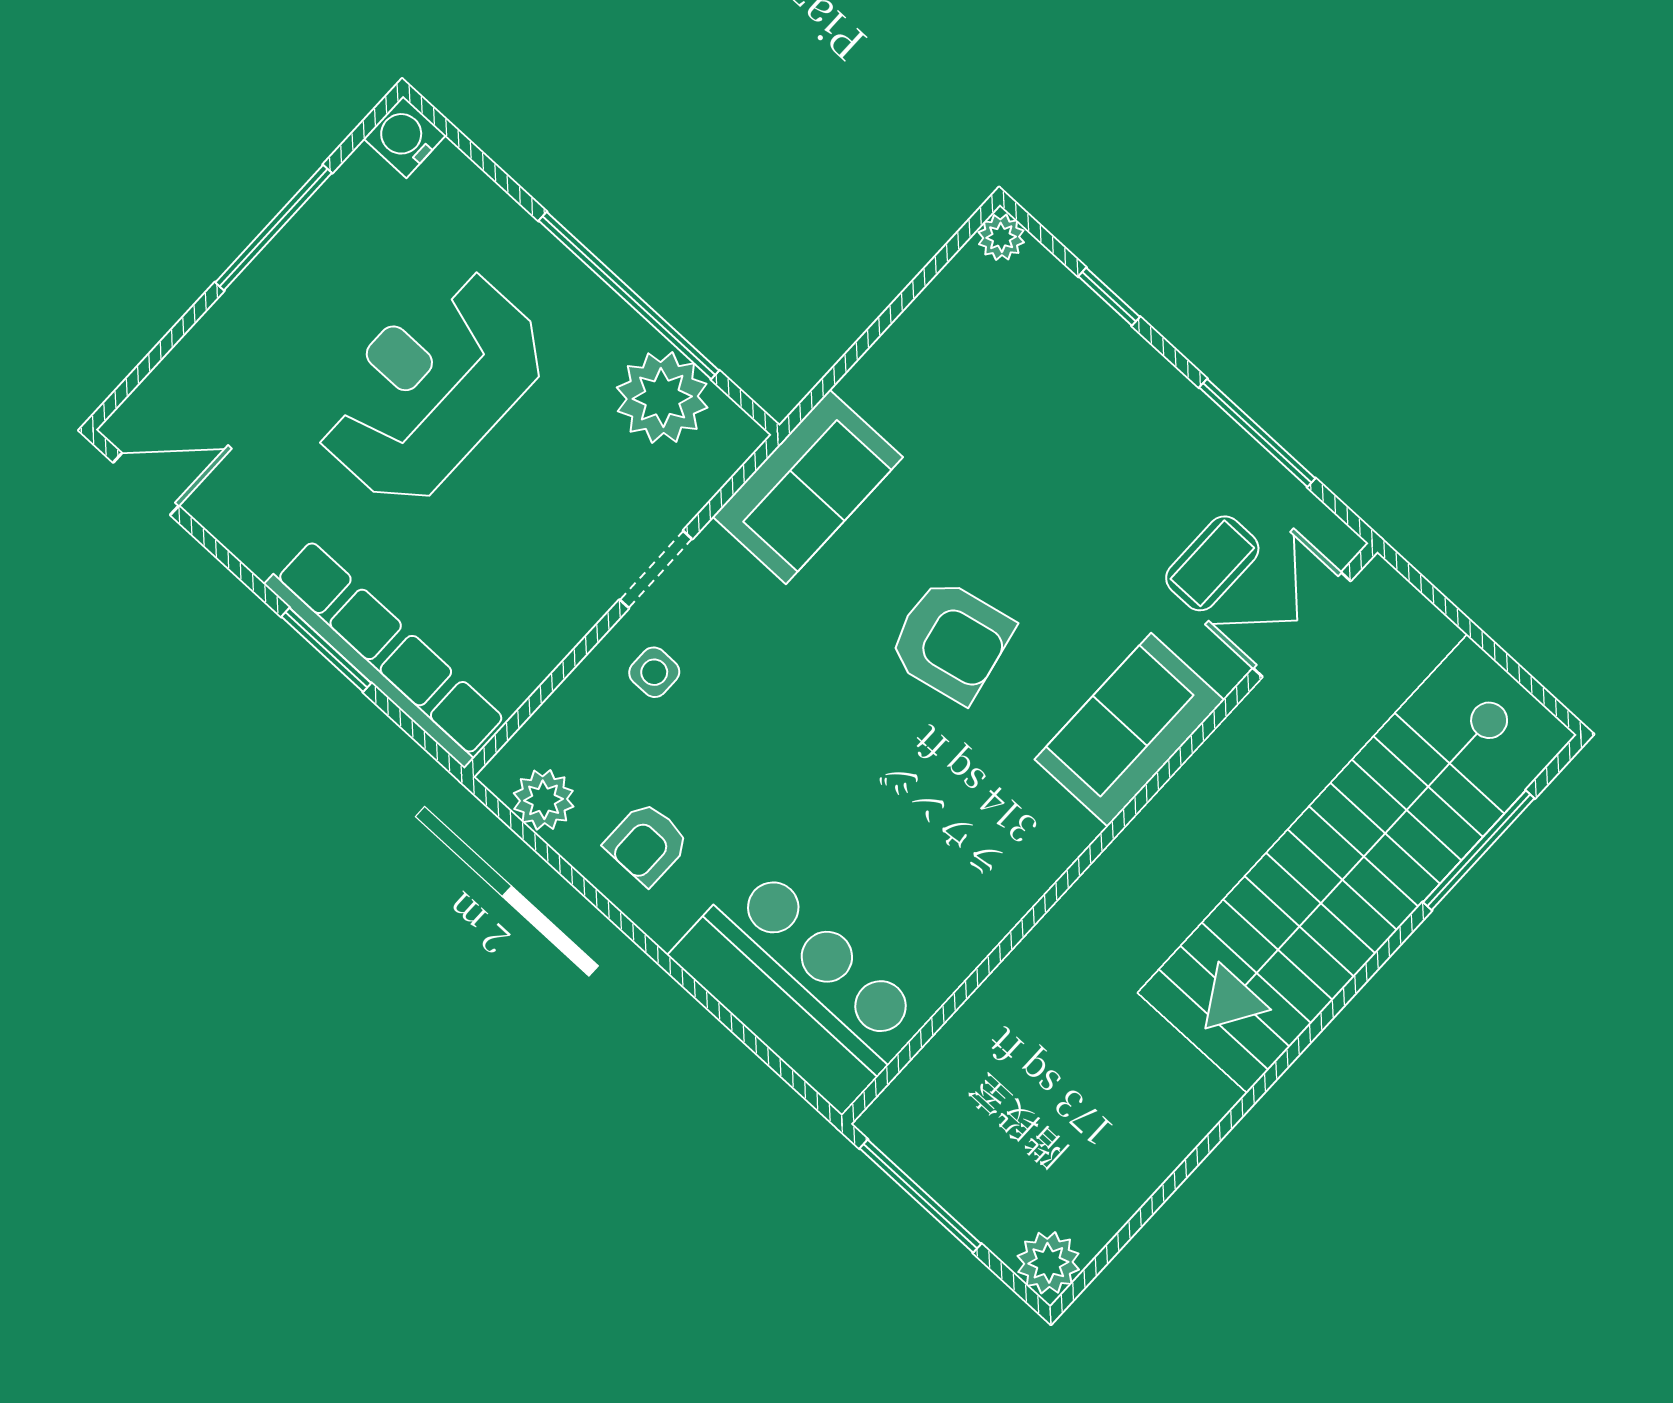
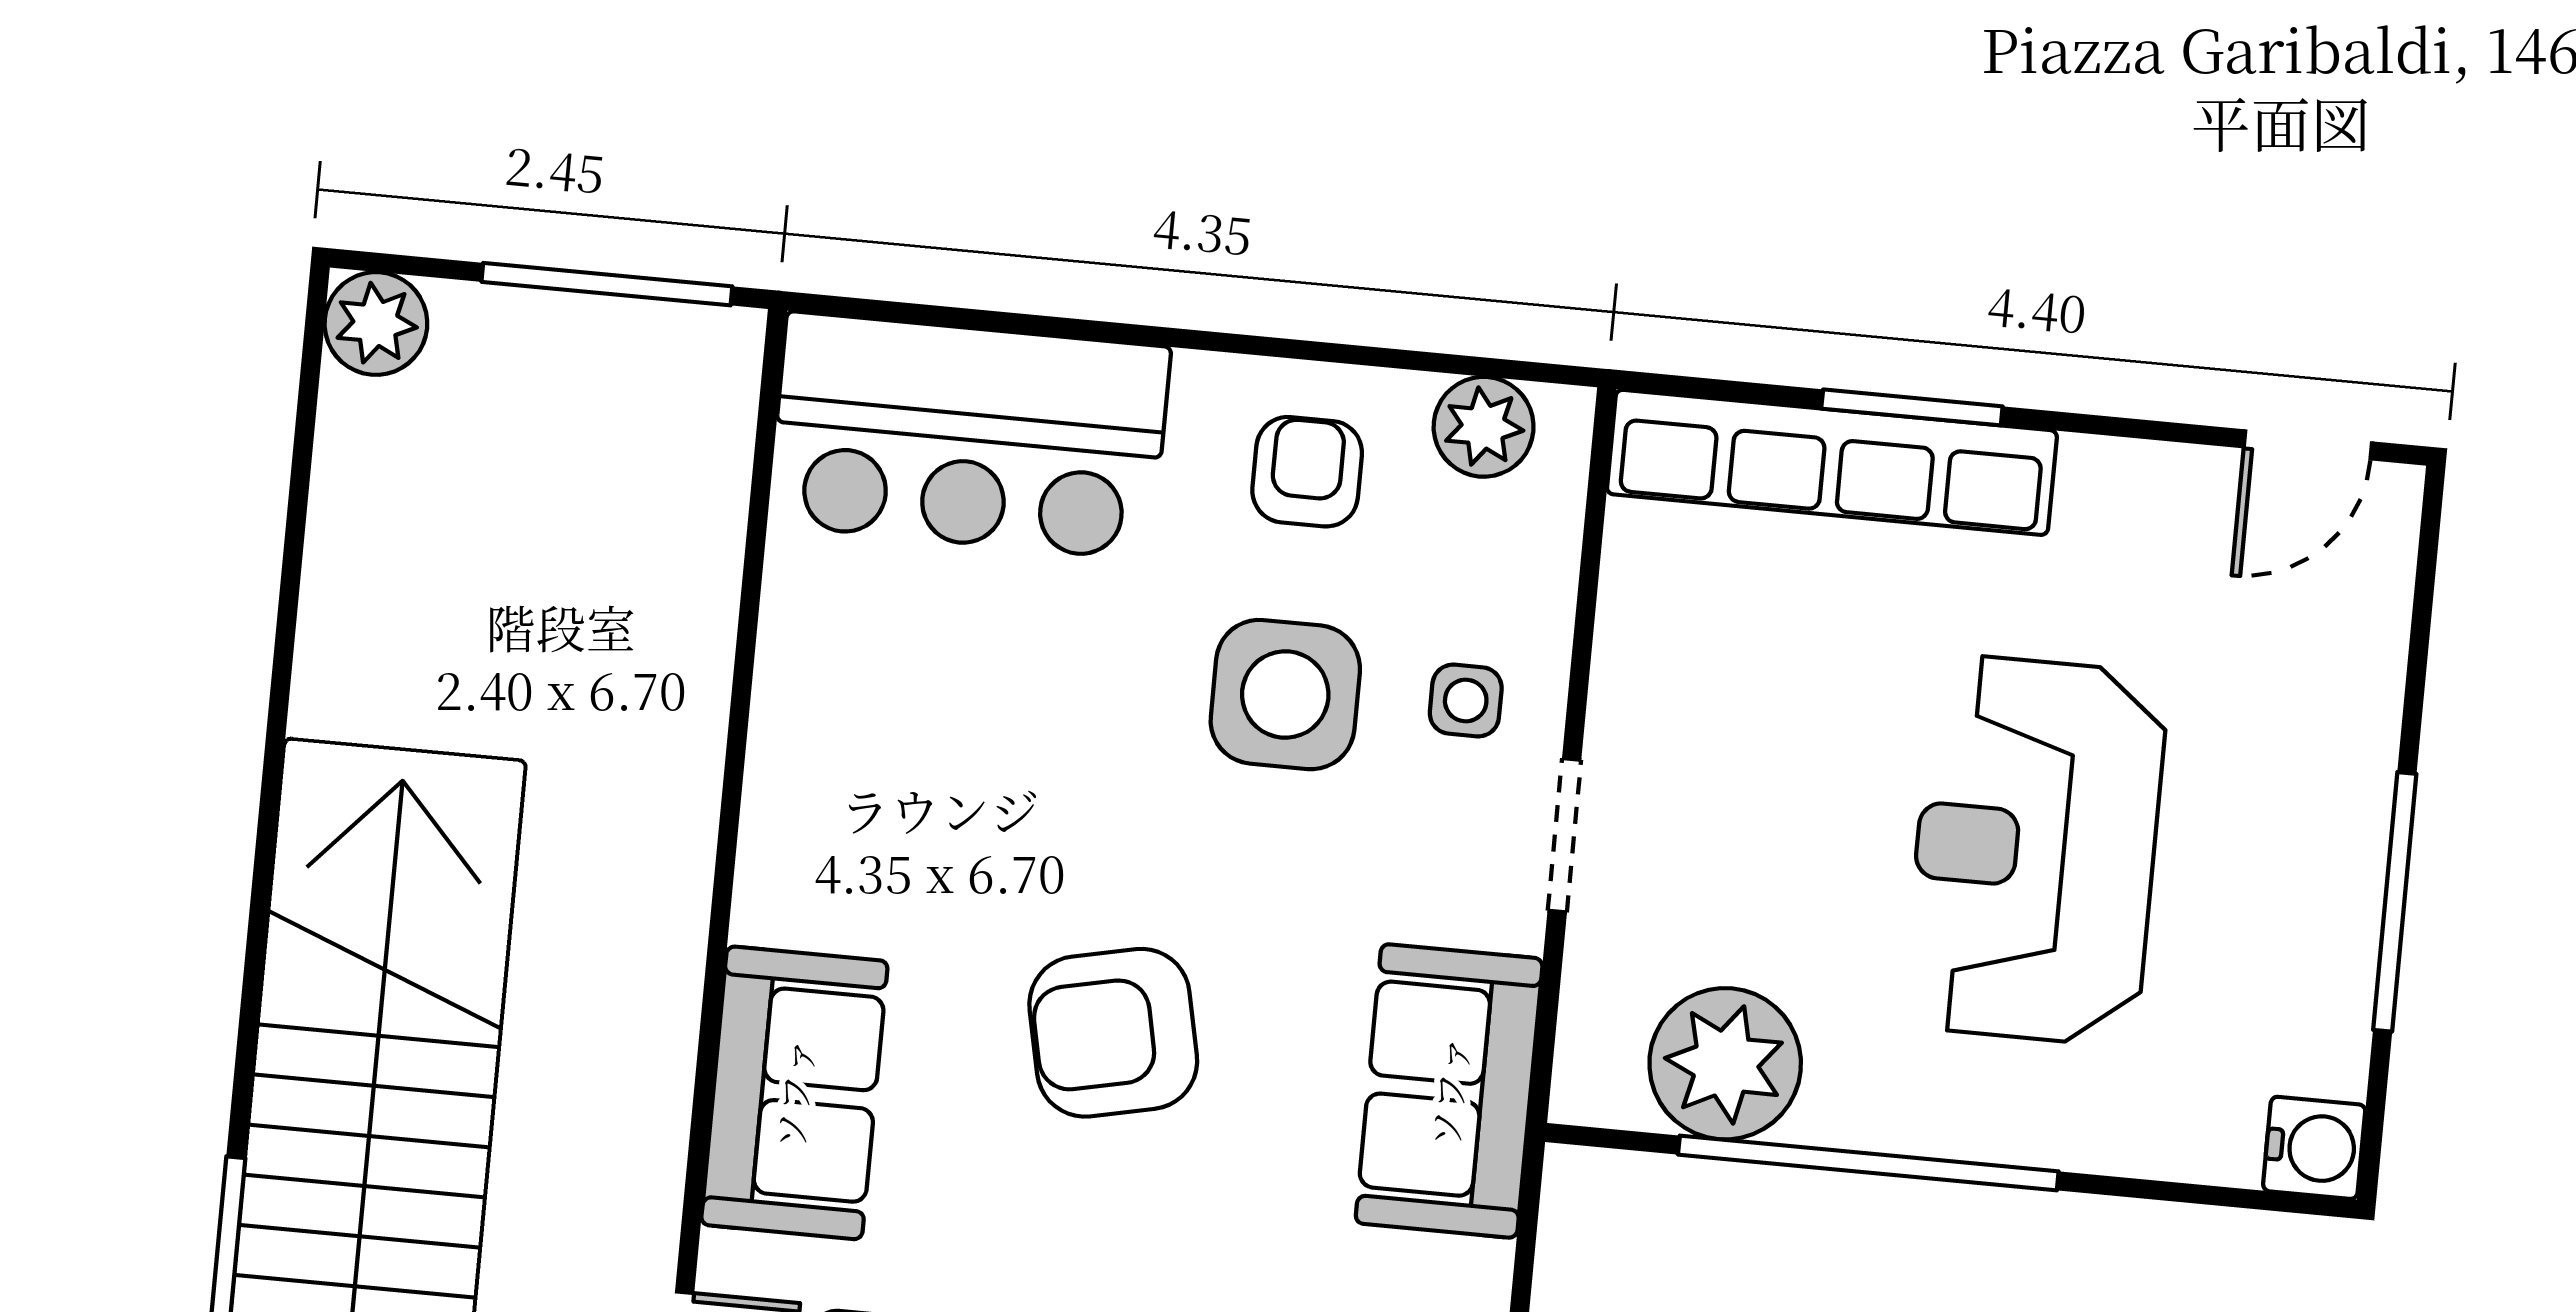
reception desk: (430, 387) -> (2035, 850), turned 180
side table: (740, 742) -> (1285, 695), added

